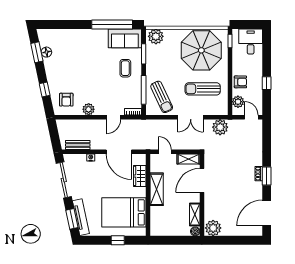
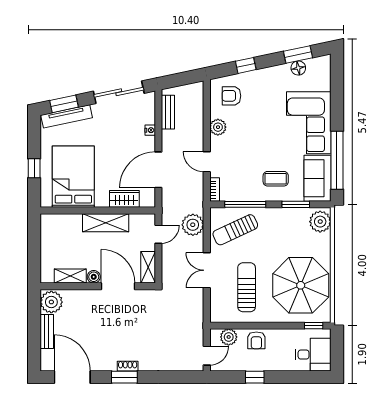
corner sofa: (85, 45) -> (309, 123), added
plant: (220, 127) -> (193, 225), moved
boiler: (195, 231) -> (94, 277), moved
bench: (234, 231) -> (47, 332), added

